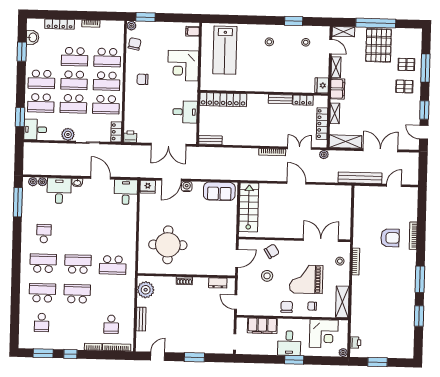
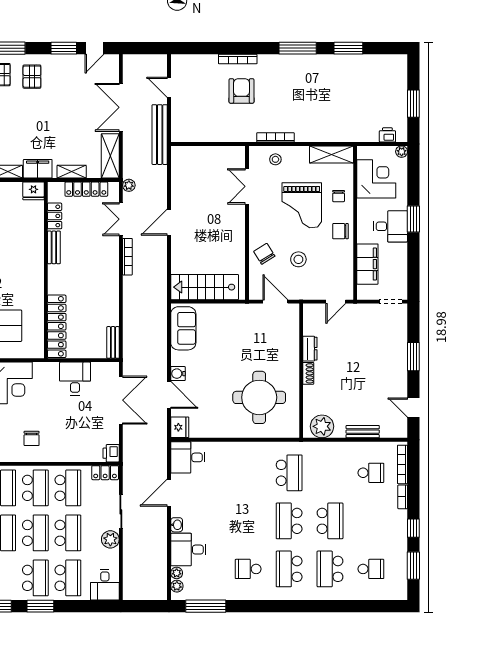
window: (20, 117) -> (40, 606), moved
double door: (321, 240) -> (247, 186), width x0.73
dresser: (218, 283) -> (310, 349), moved
school desk: (77, 294) -> (330, 521), turned 180

